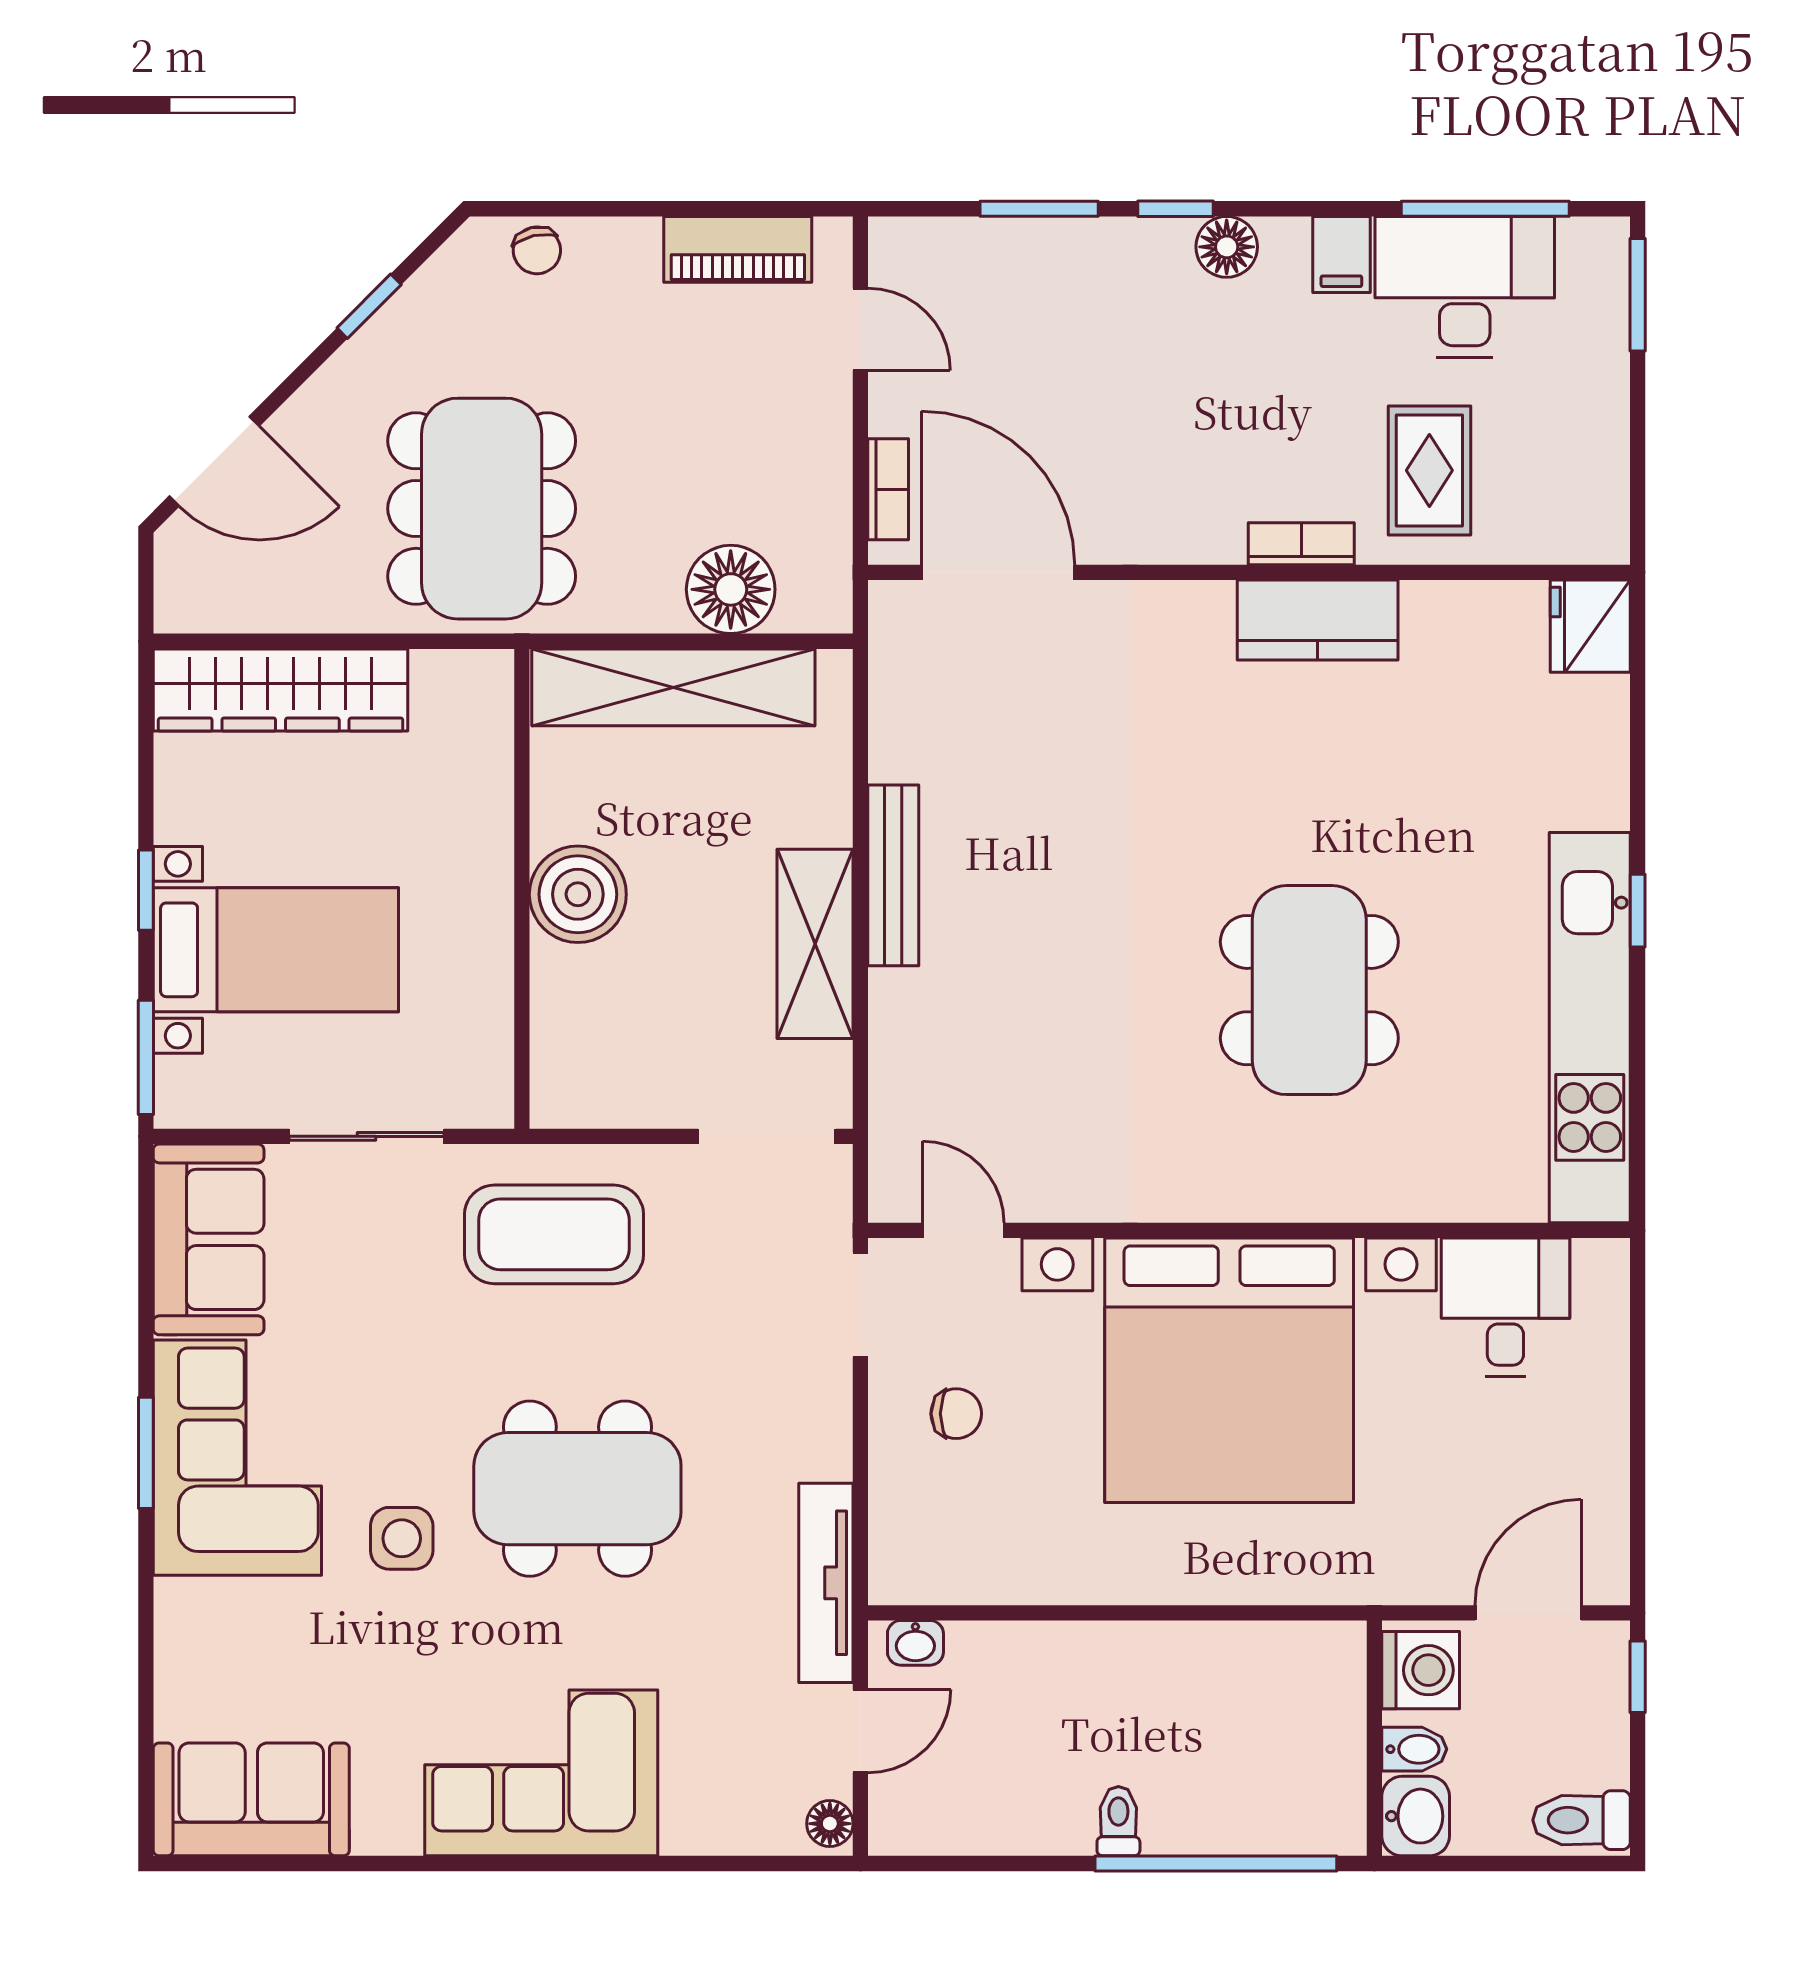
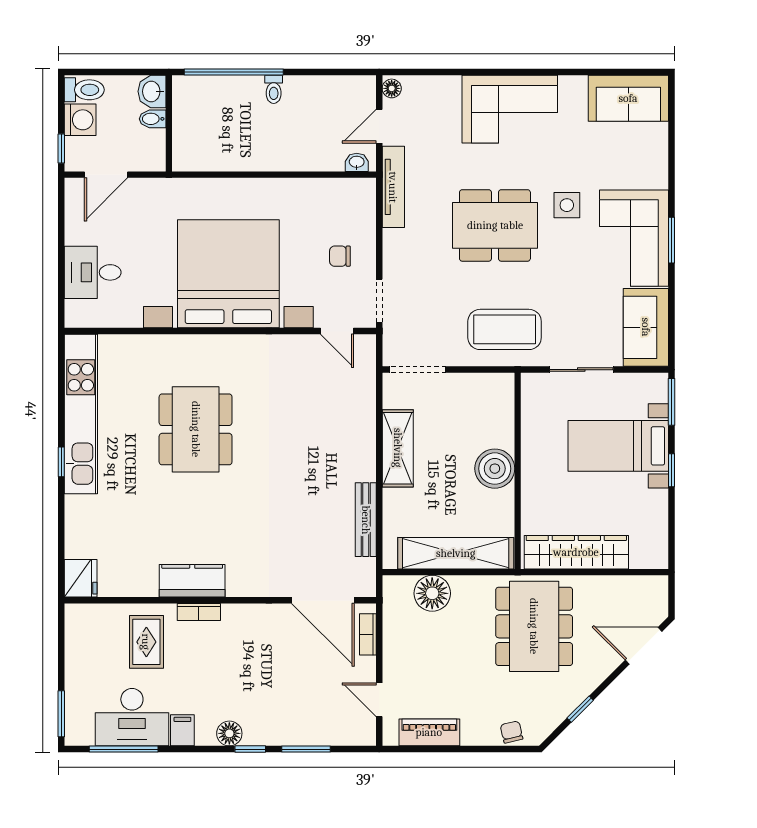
wardrobe: (281, 690) -> (576, 552), moved
bench: (893, 875) -> (366, 520), moved
desk: (1505, 1307) -> (93, 272), moved, turned 90
washing machine: (1421, 1670) -> (80, 120), moved, turned 180

